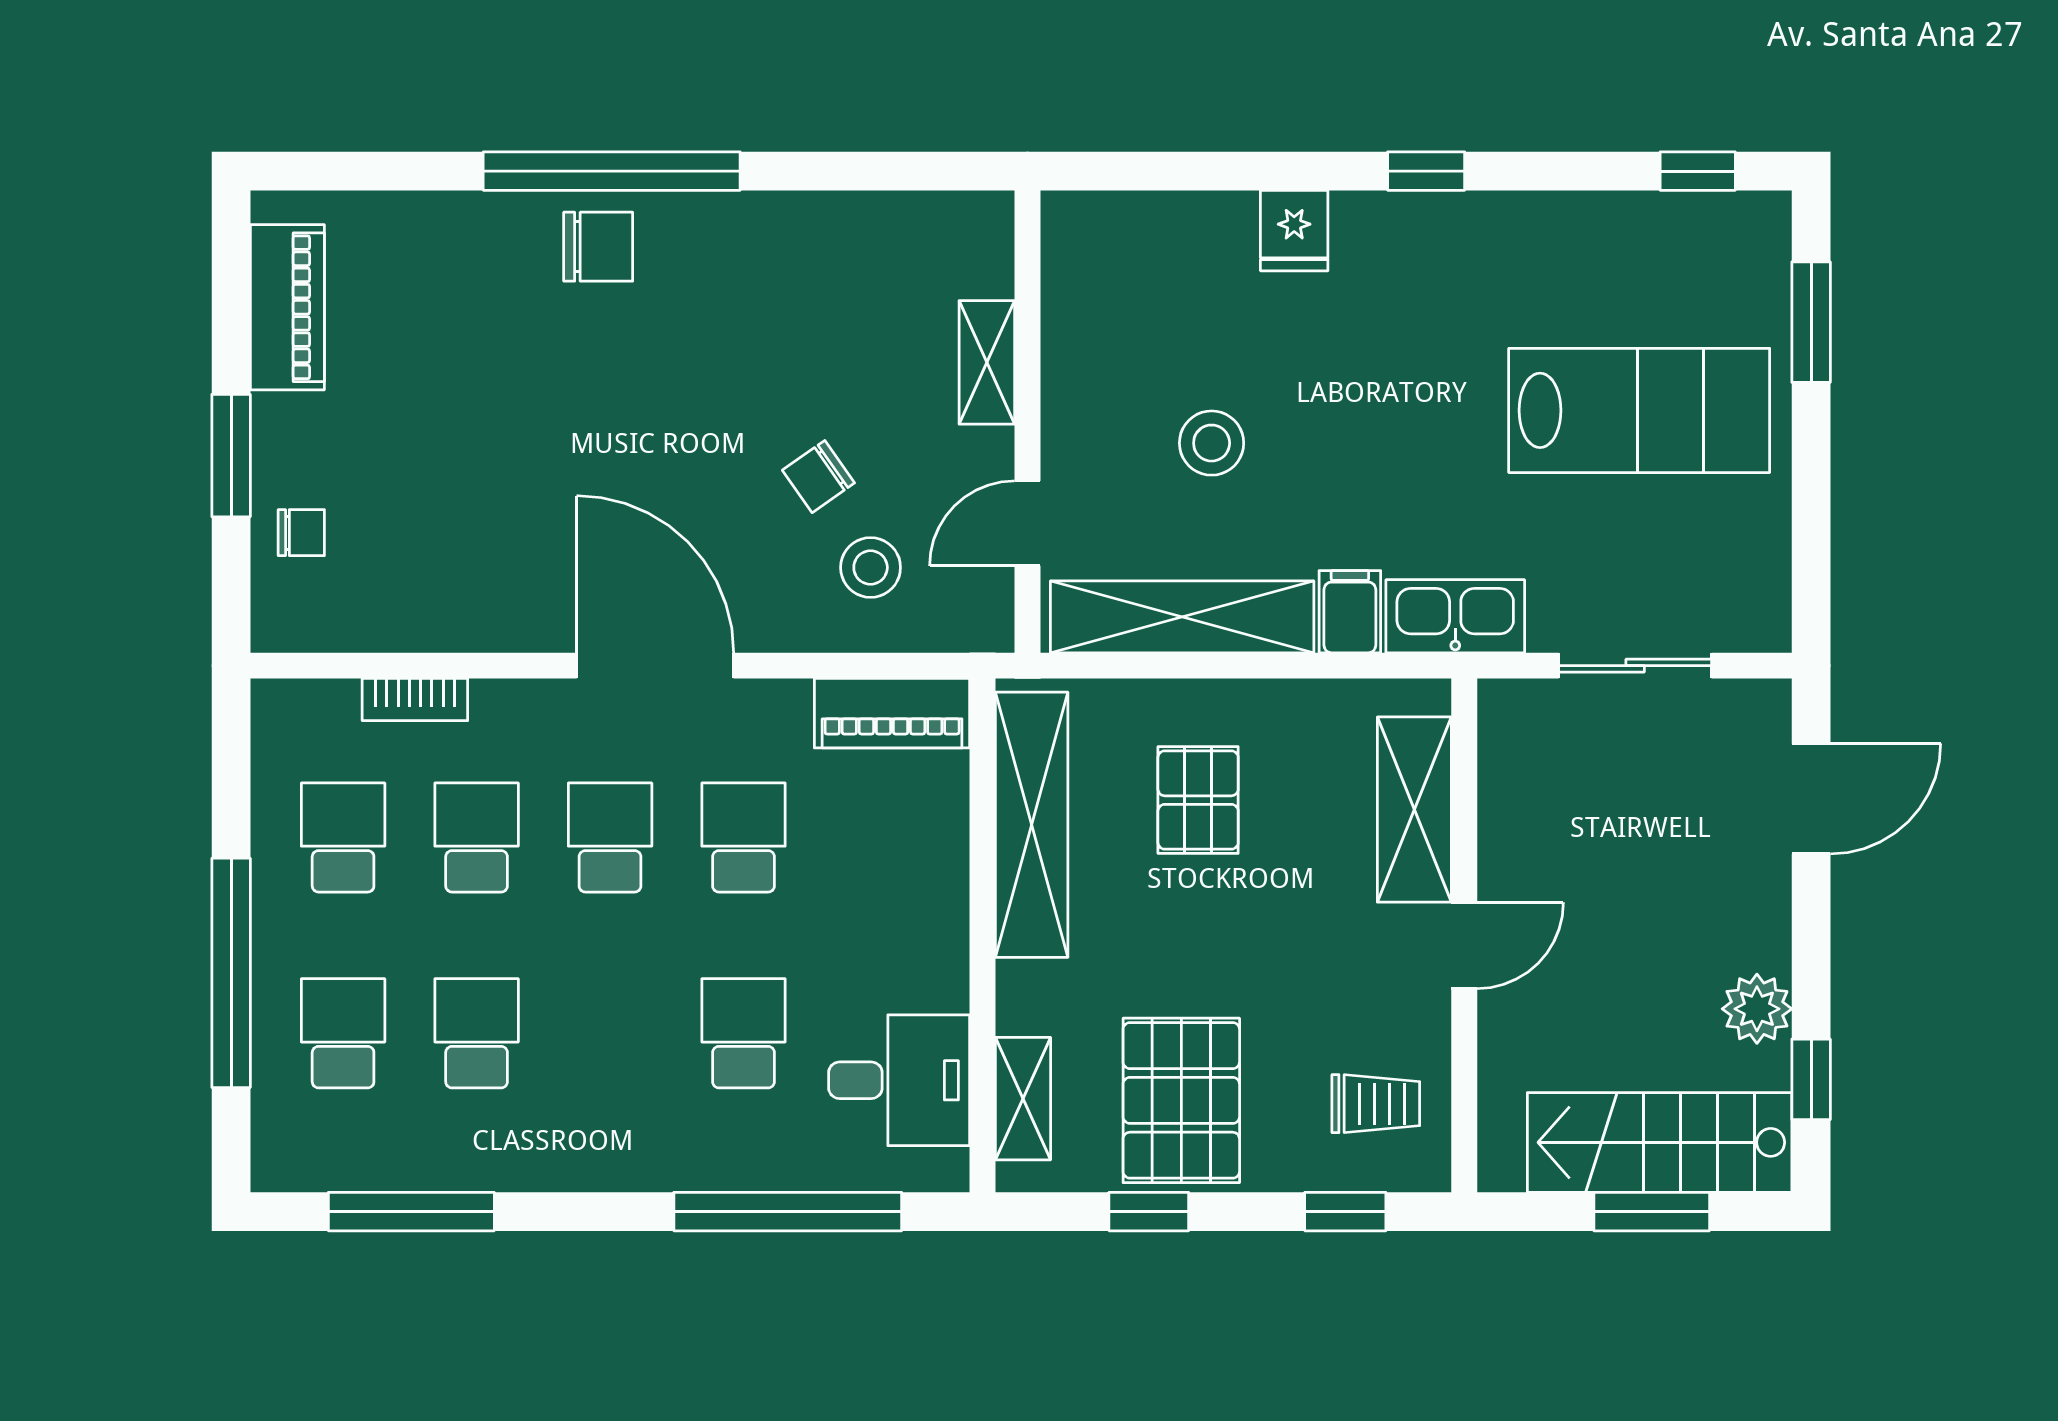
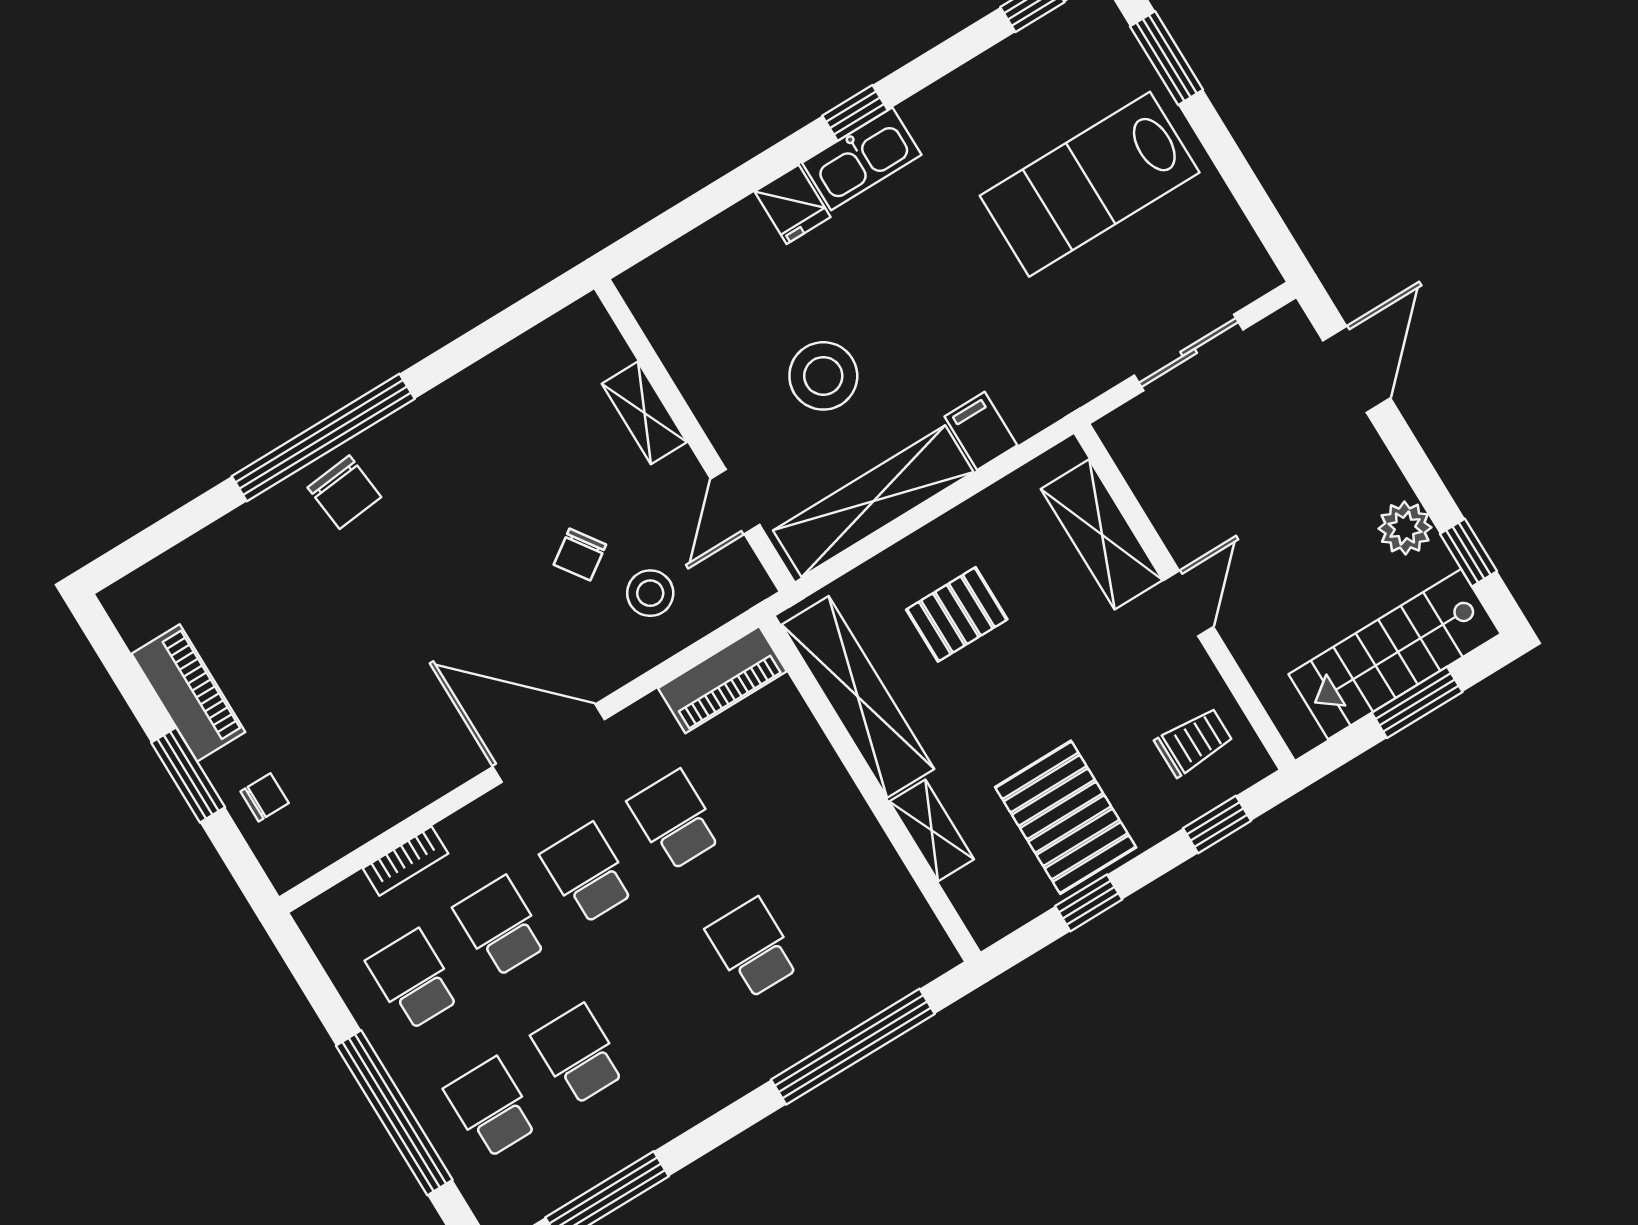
chair: (598, 247) -> (344, 492), turned 84
piano: (287, 307) -> (188, 693), moved
lab bench: (1639, 410) -> (1090, 184), turned 180
stool: (1212, 443) -> (823, 376), width x1.38, depth x1.38
kitchen sink: (1455, 616) -> (862, 159), moved, turned 180
pallet: (1198, 800) -> (957, 614), turned 90
desk: (899, 1080) -> (873, 917), removed
shelving: (1023, 1099) -> (932, 830), moved

